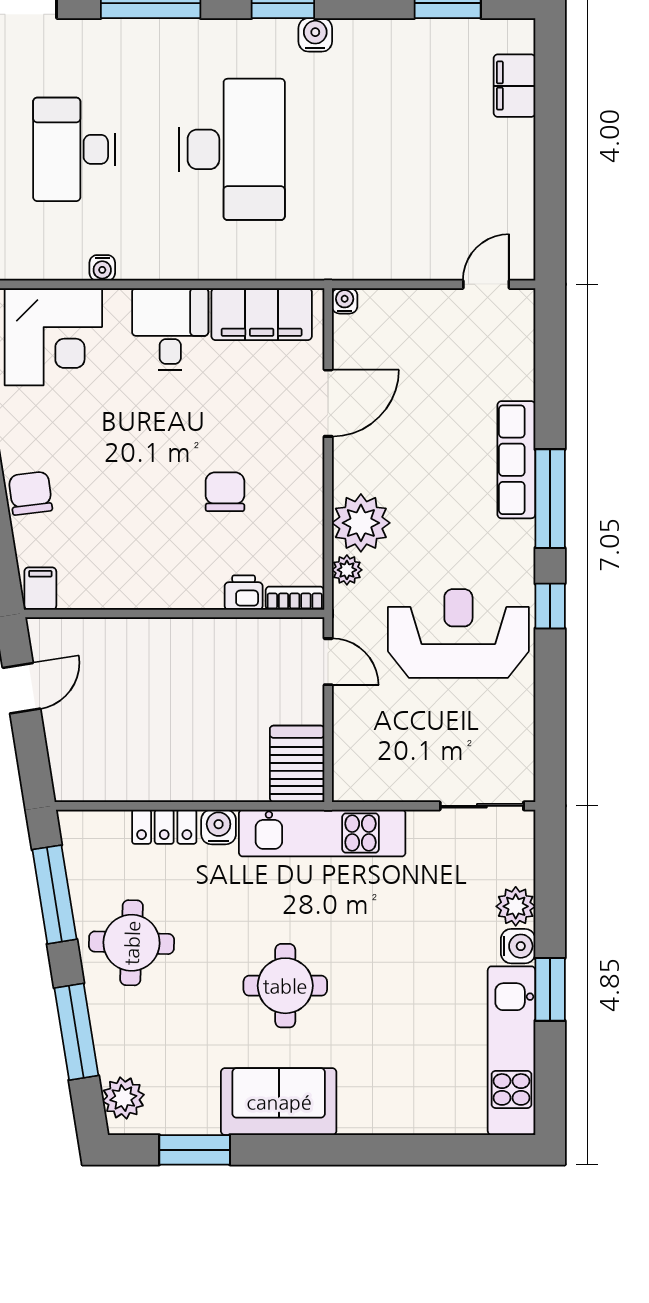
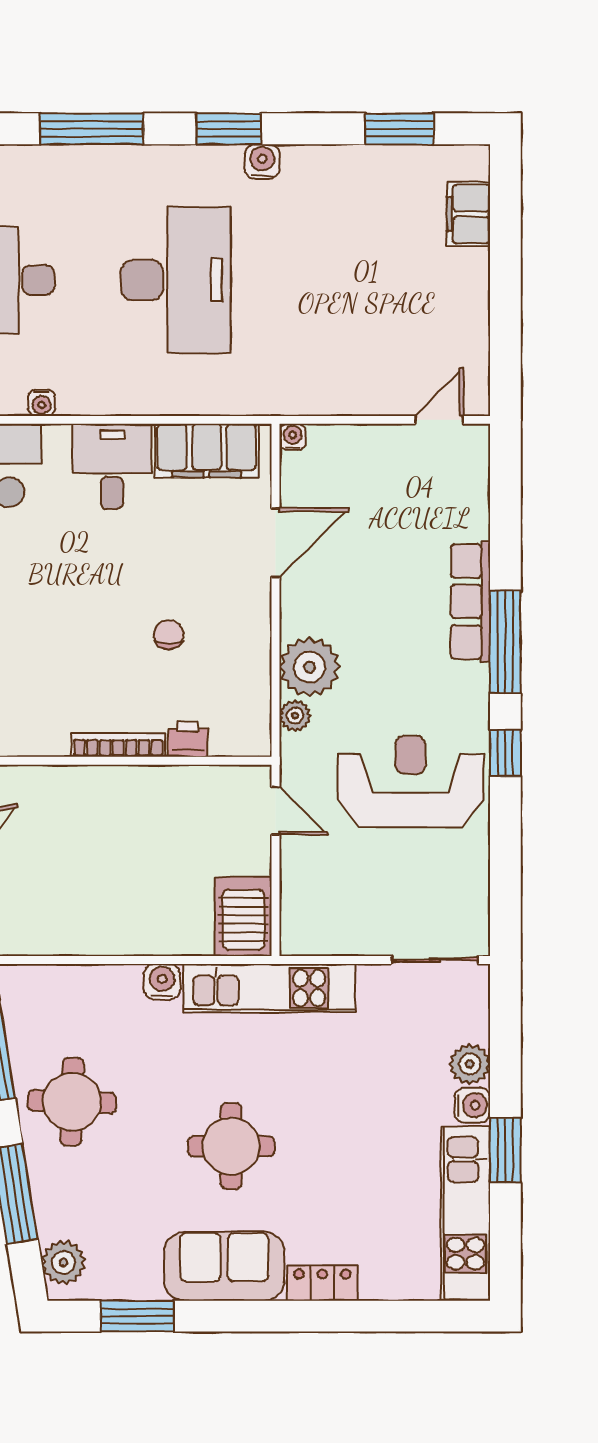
chair: (225, 492) -> (169, 635), width x0.73, depth x0.73
bookcase: (295, 598) -> (118, 745), moved, width x1.56
locker: (164, 827) -> (322, 1283), moved, turned 180

